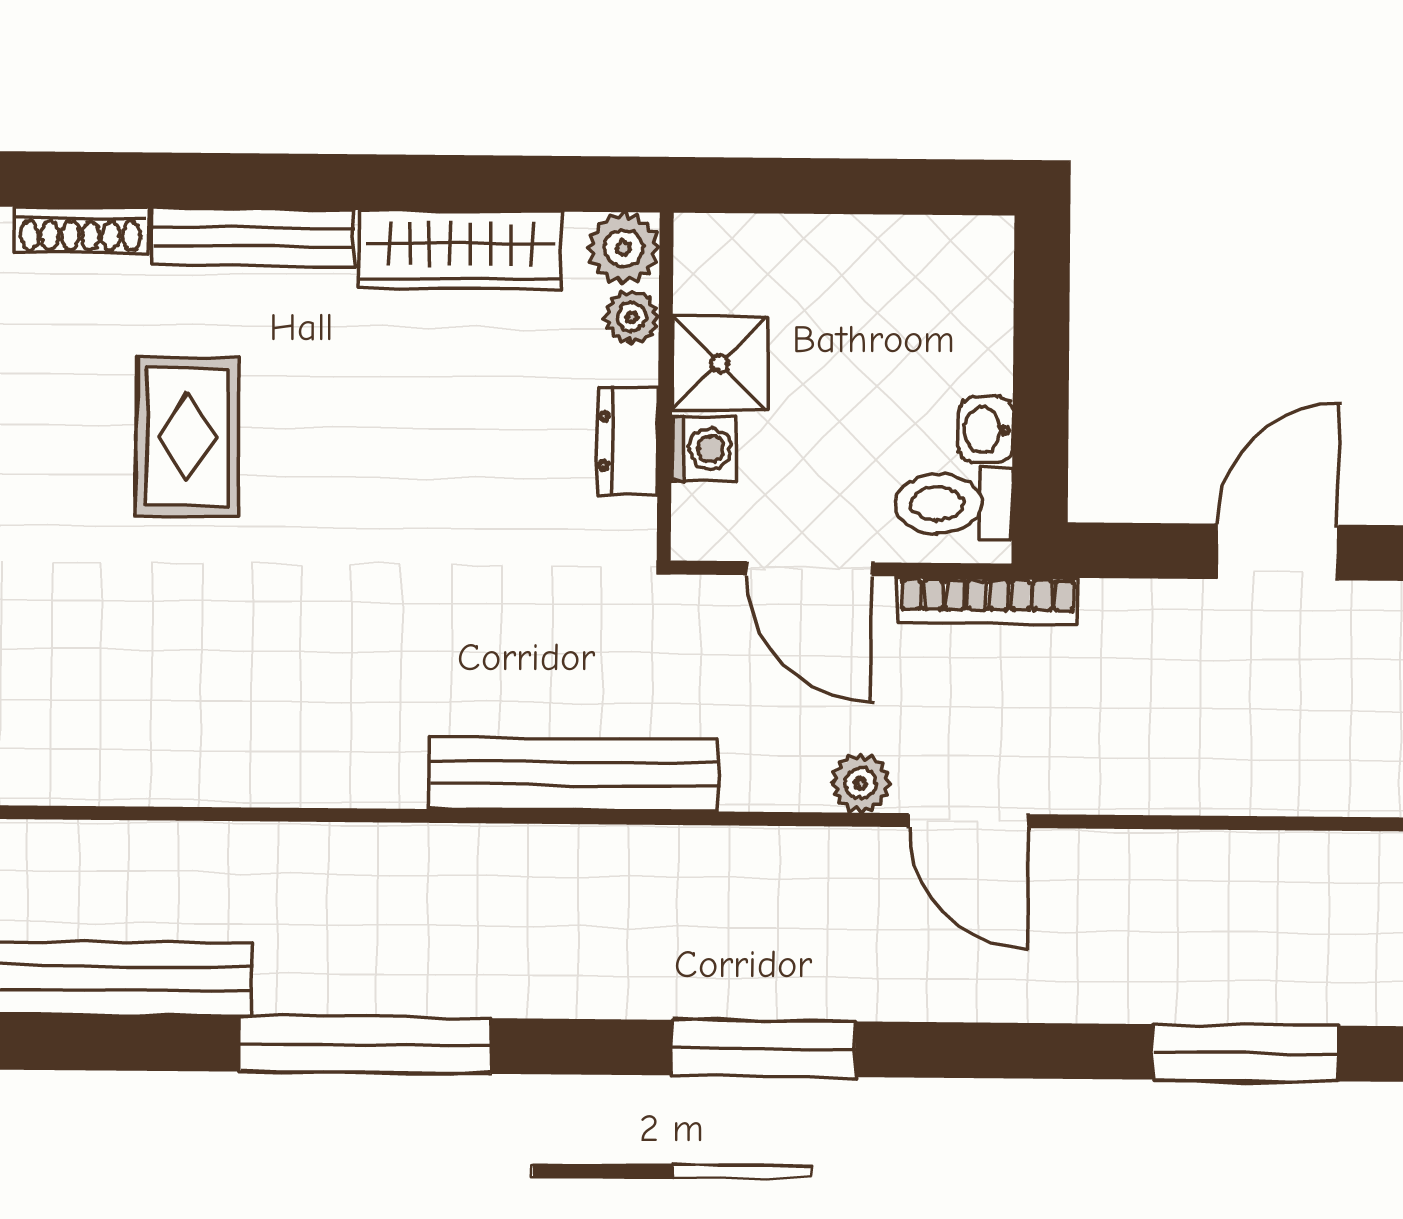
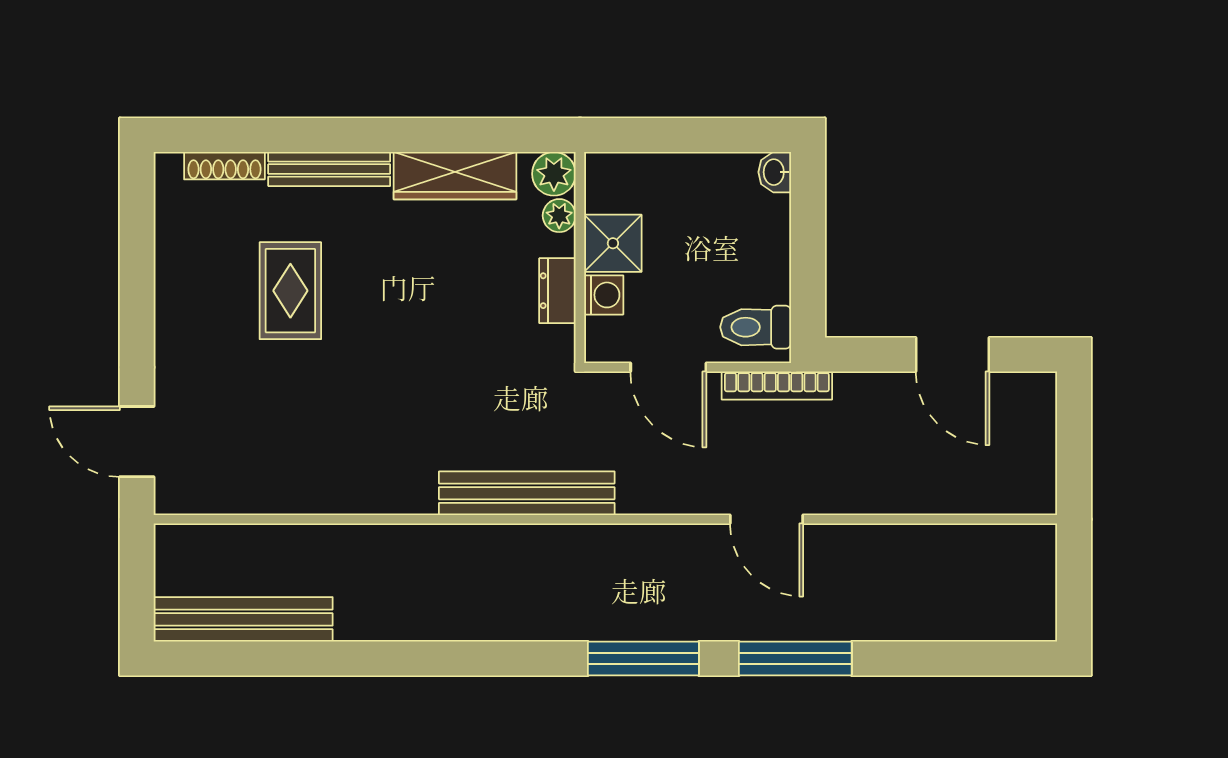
washbasin: (986, 430) -> (775, 172), moved
door: (1278, 552) -> (953, 355), swing flipped
plant: (861, 783) -> (701, 497), removed
window: (365, 1045) -> (402, 659), removed
window: (1245, 1053) -> (795, 659), moved

